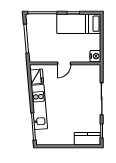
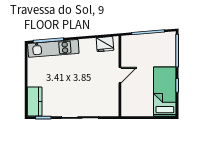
nightstand: (95, 56) -> (128, 110), removed
door: (64, 63) -> (120, 75), swing flipped
kitchen unit: (39, 107) -> (53, 48), moved

